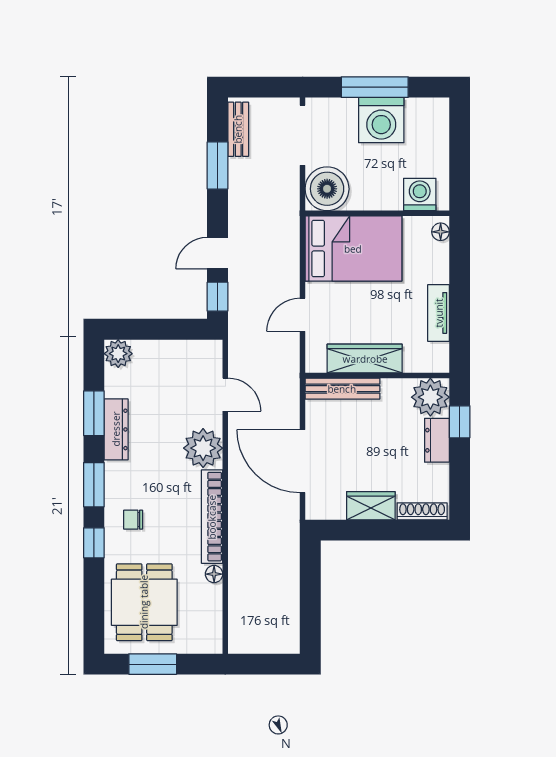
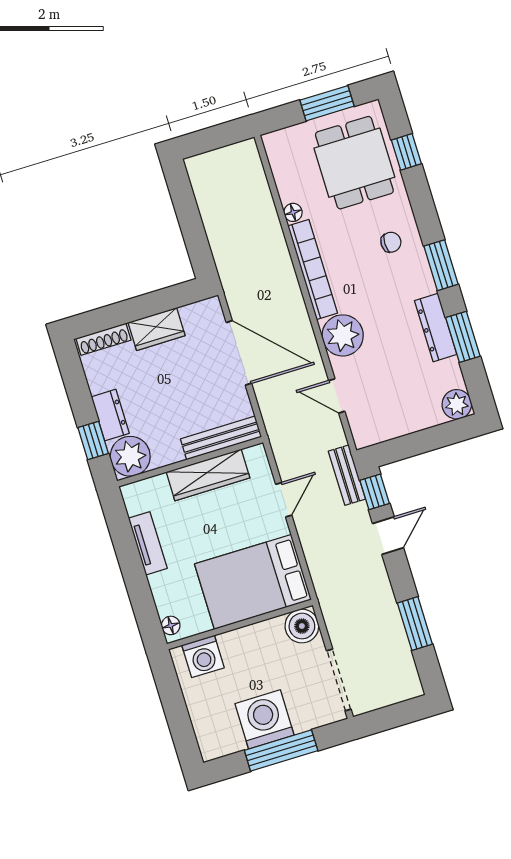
bench: (238, 129) -> (347, 475), moved
boiler: (327, 189) -> (302, 626), width x0.73, depth x0.73
window: (94, 543) -> (406, 152), moved

